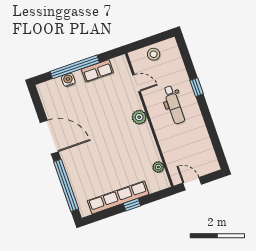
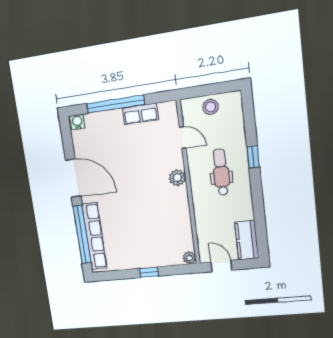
water cooler: (68, 80) -> (77, 122), moved
dental chair: (174, 105) -> (221, 172), turned 180
kitchen counter: (208, 156) -> (247, 240), added
plant: (158, 167) -> (189, 258), moved
row of seats: (118, 197) -> (94, 236), moved, turned 90

